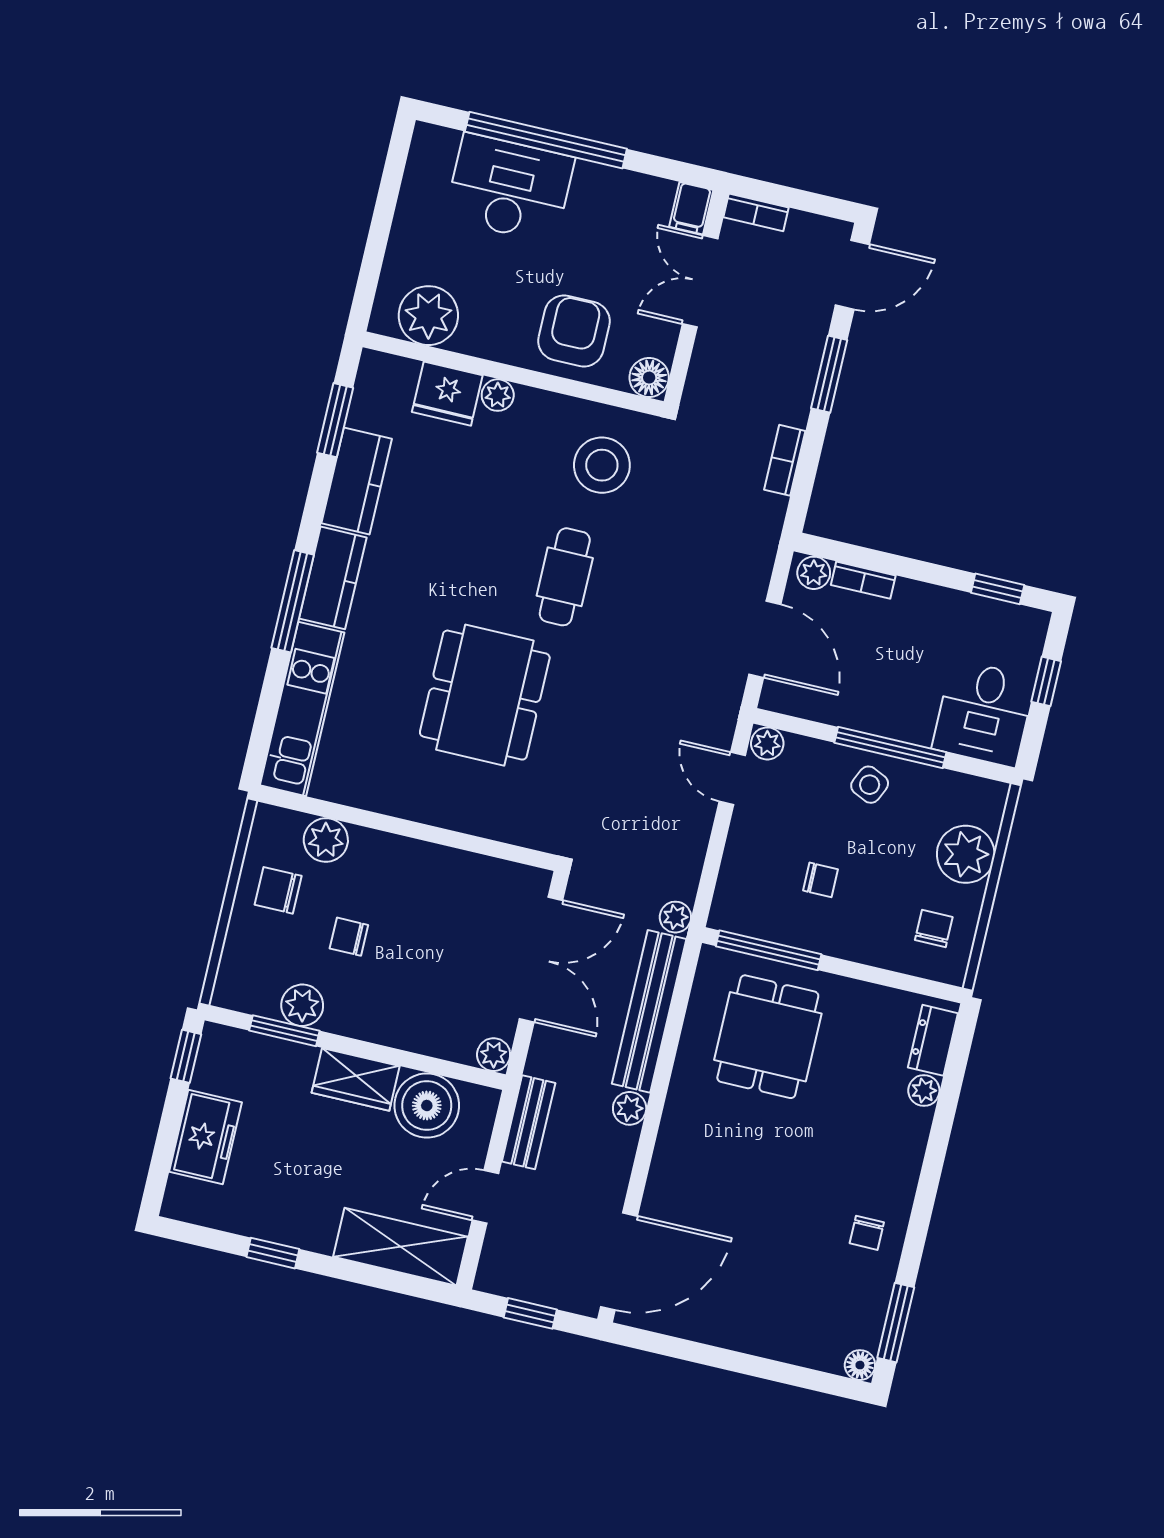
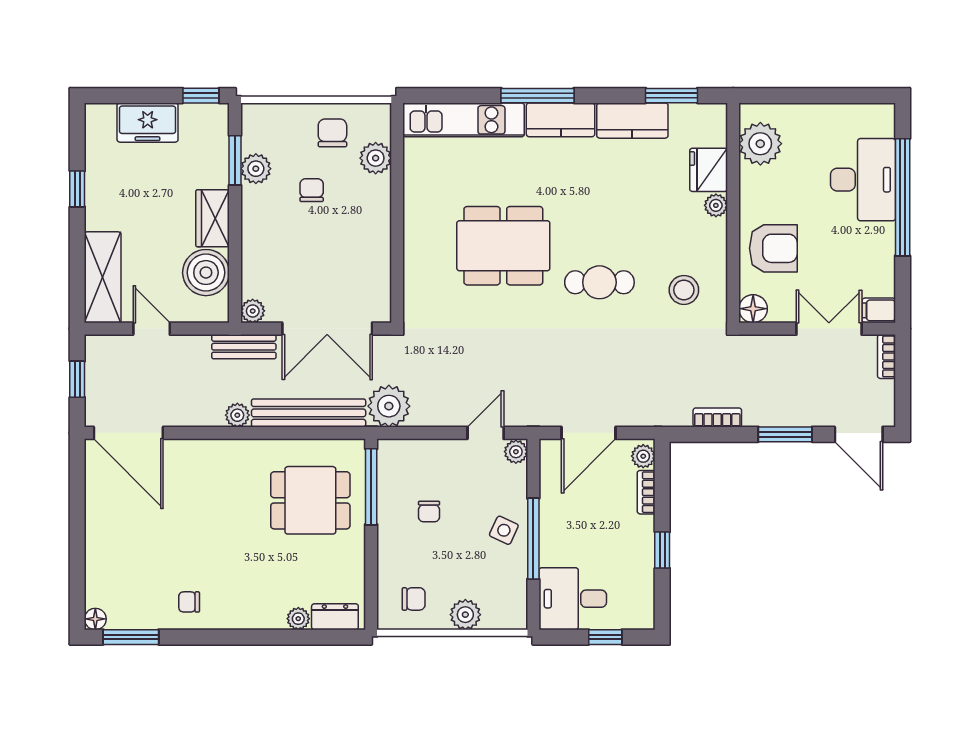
stool: (602, 465) -> (684, 290), width x0.73, depth x0.73
window: (998, 589) -> (662, 550), moved
plant: (966, 854) -> (465, 615), width x0.73, depth x0.73
plant: (675, 917) -> (389, 406), width x1.87, depth x1.87
bench: (529, 1122) -> (244, 347), moved

